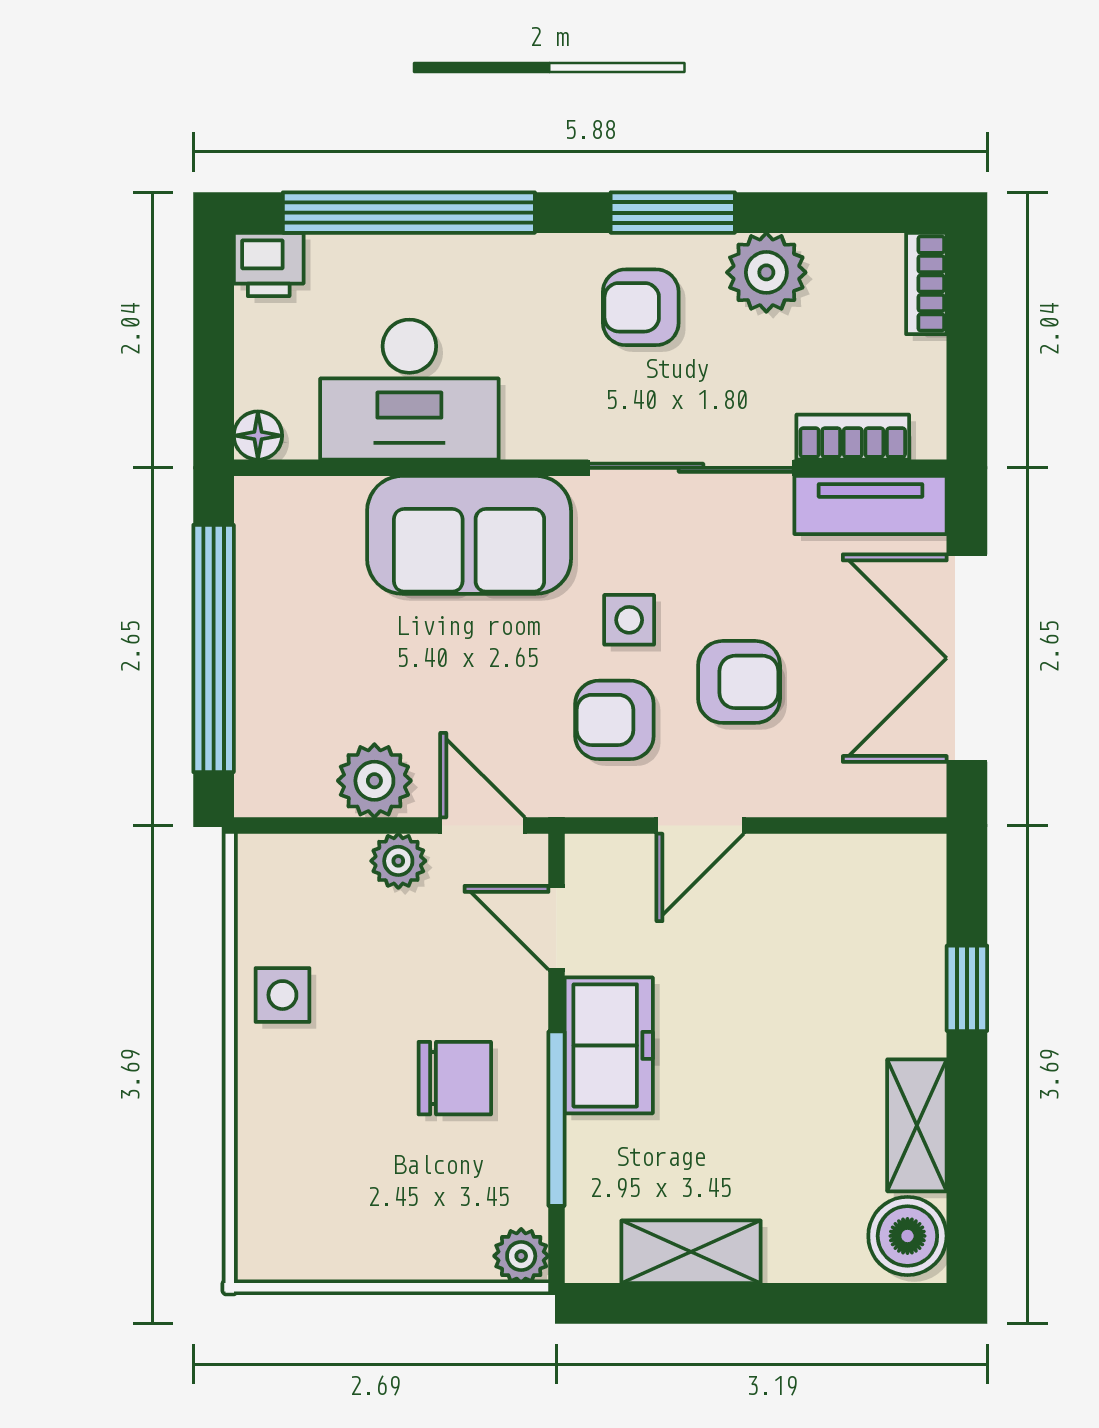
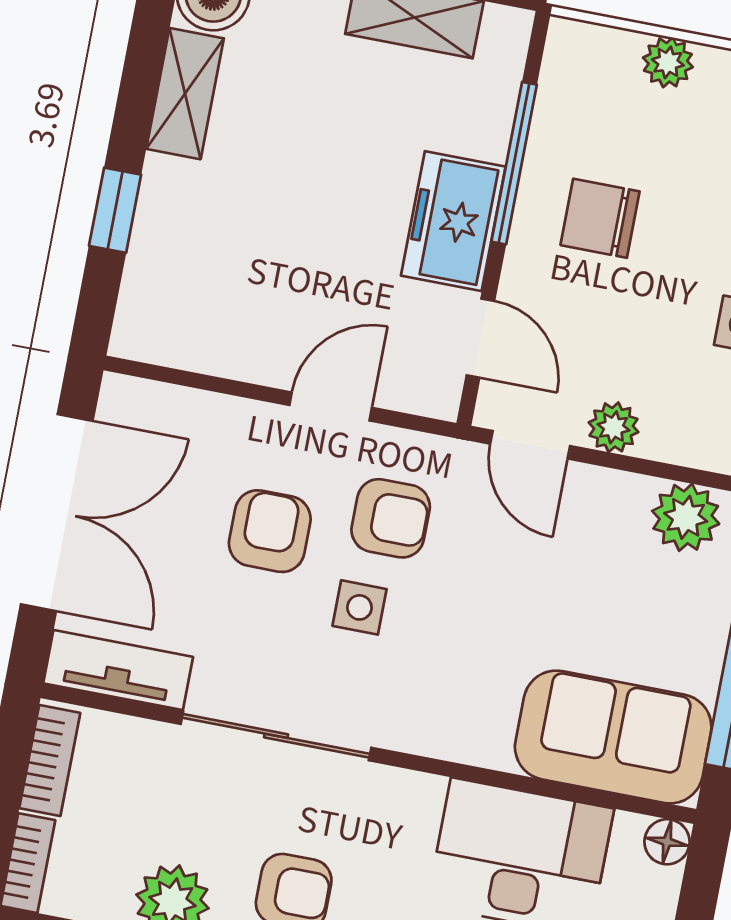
bookcase: (853, 437) -> (50, 761), moved, turned -90
sofa: (469, 535) -> (613, 737), moved
armchair: (739, 682) -> (270, 531), turned 90
plant: (374, 781) -> (686, 517), moved
plant: (521, 1256) -> (668, 62), moved

